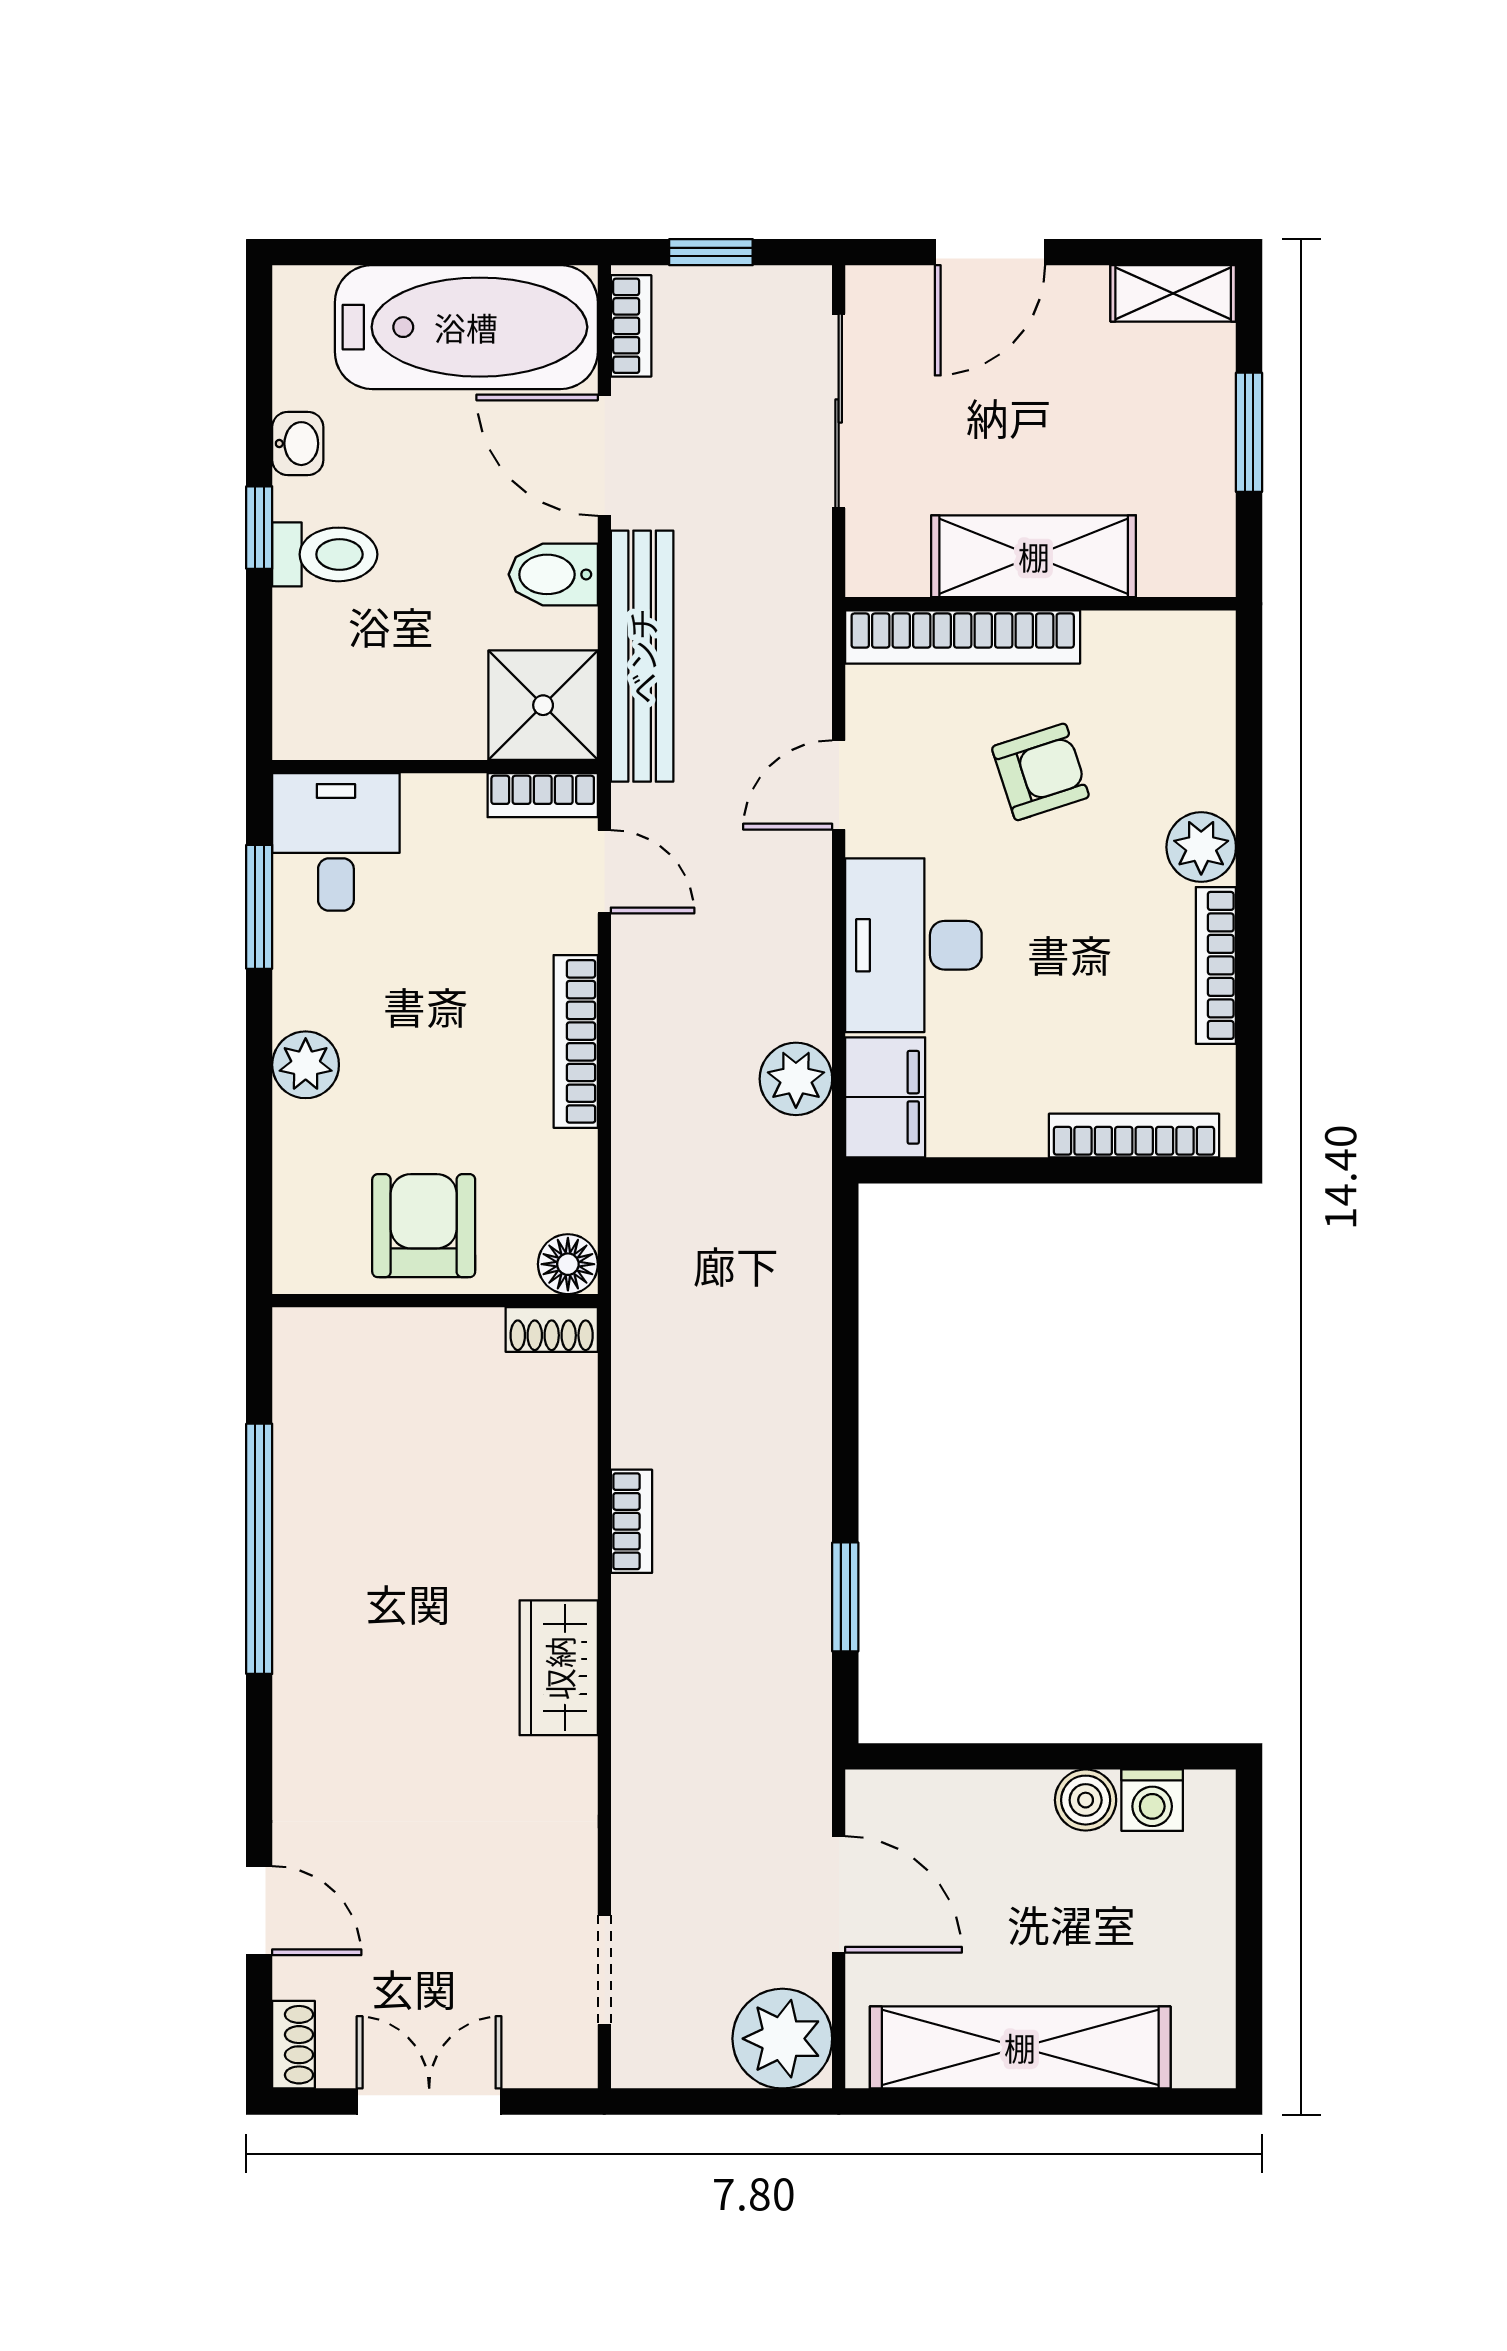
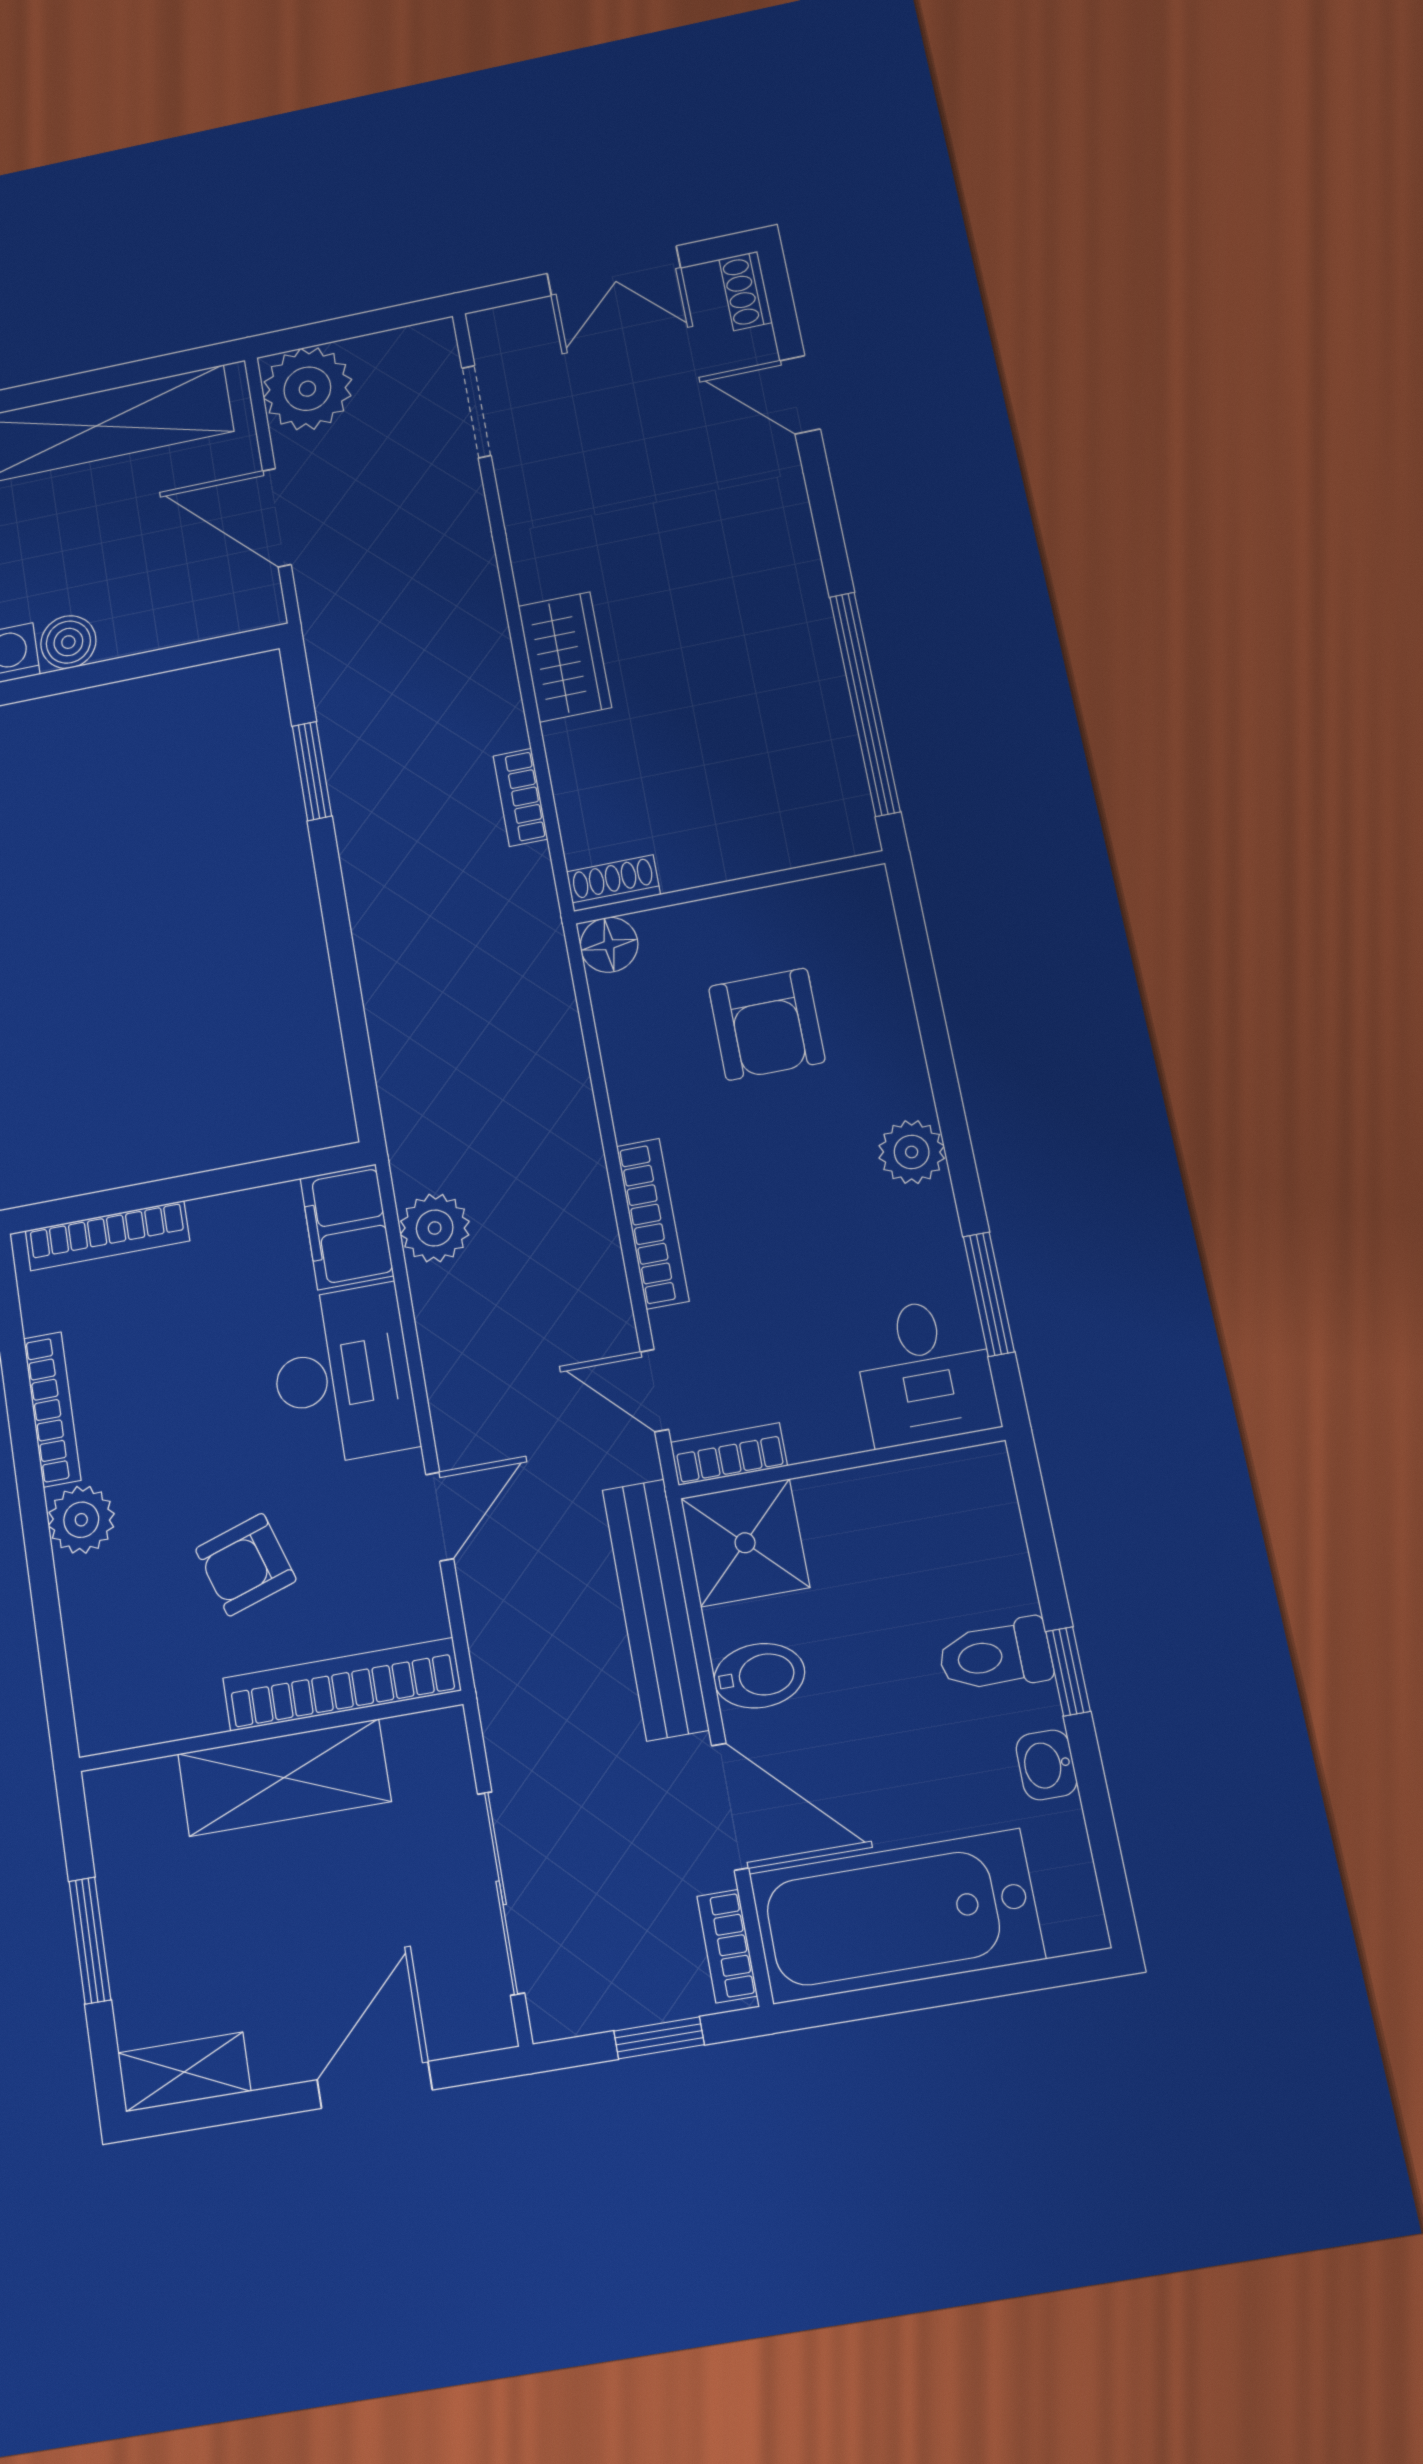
floor lamp: (568, 1264) -> (609, 945), moved
wall: (435, 1301) -> (729, 887), moved
shoe rack: (552, 1329) -> (613, 883), moved

